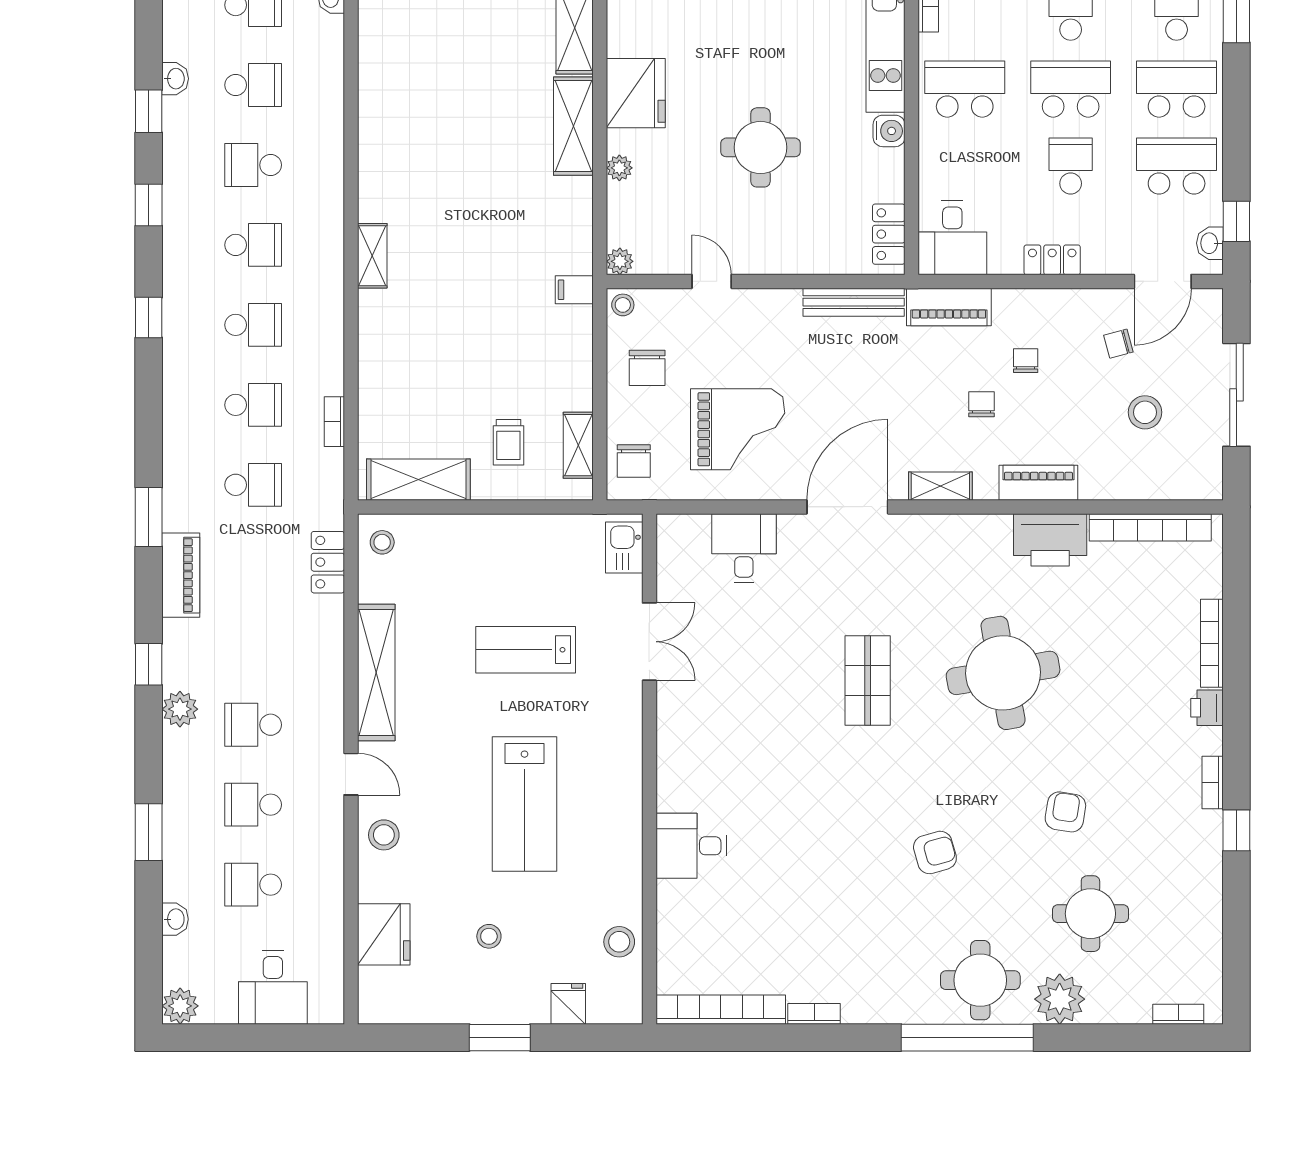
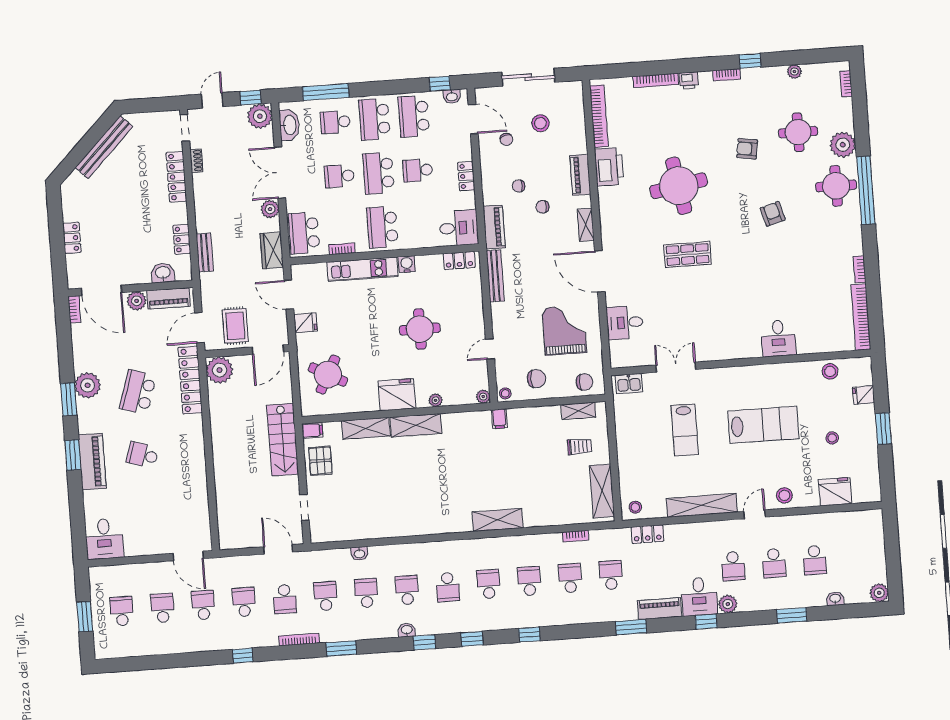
shelving: (372, 256) -> (498, 520), width x1.50, depth x1.33
plant: (1209, 915) -> (794, 72), added
desk: (273, 987) -> (699, 596), moved, turned 90

